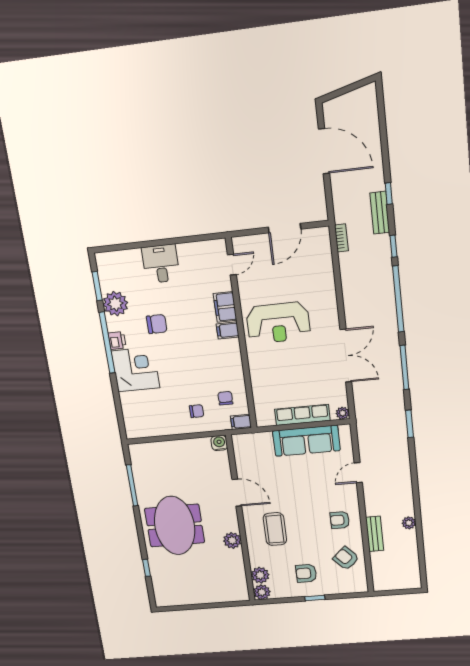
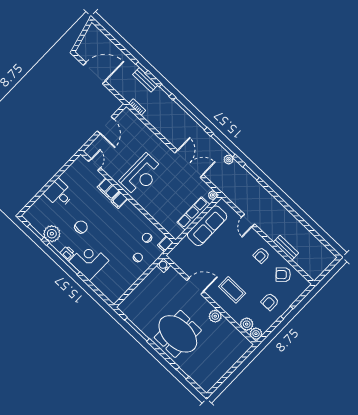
plant: (409, 523) -> (229, 160), moved

